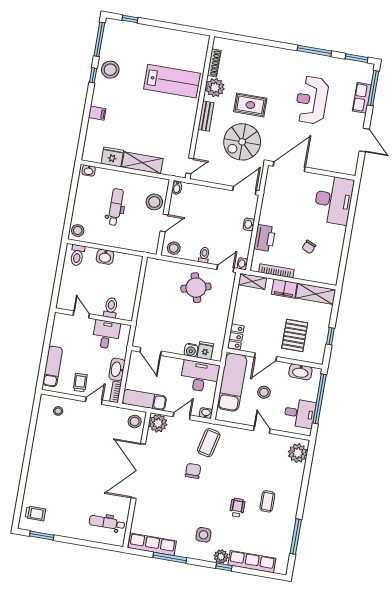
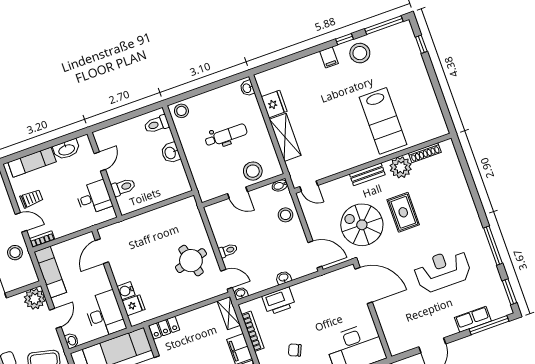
filing cabinet: (97, 113) -> (329, 57), moved
stool: (174, 248) -> (285, 215), moved
washbasin: (117, 369) -> (66, 149), moved, turned 180
door: (182, 416) -> (55, 318), hinge flipped
stool: (135, 422) -> (15, 253), moved

